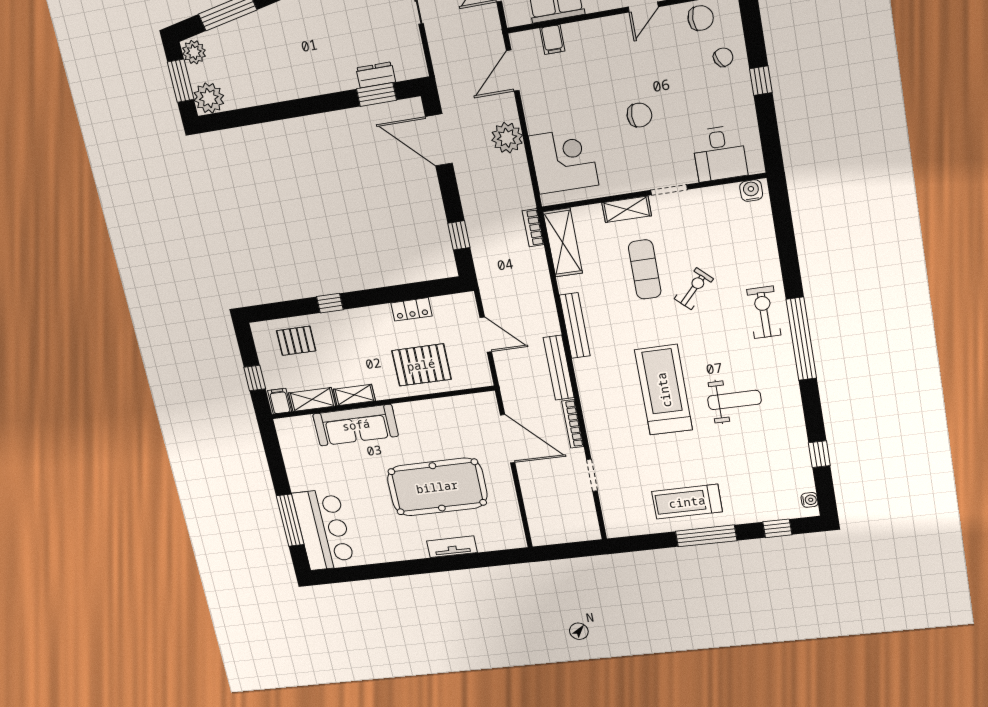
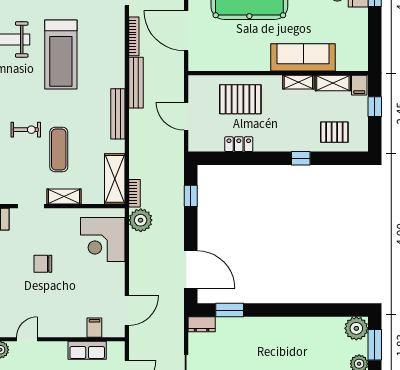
dresser: (376, 75) -> (202, 324), moved
plant: (507, 138) -> (141, 220), moved
exercise bike: (694, 289) -> (26, 130), turned -133

